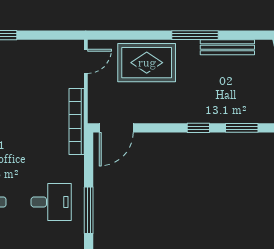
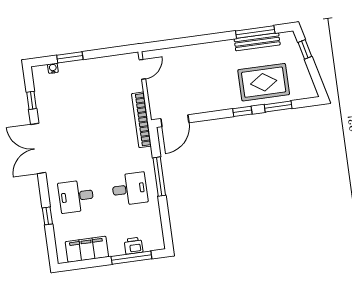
window: (195, 35) -> (255, 32), moved
rug: (147, 63) -> (264, 82), moved
window: (89, 210) -> (159, 177), moved

